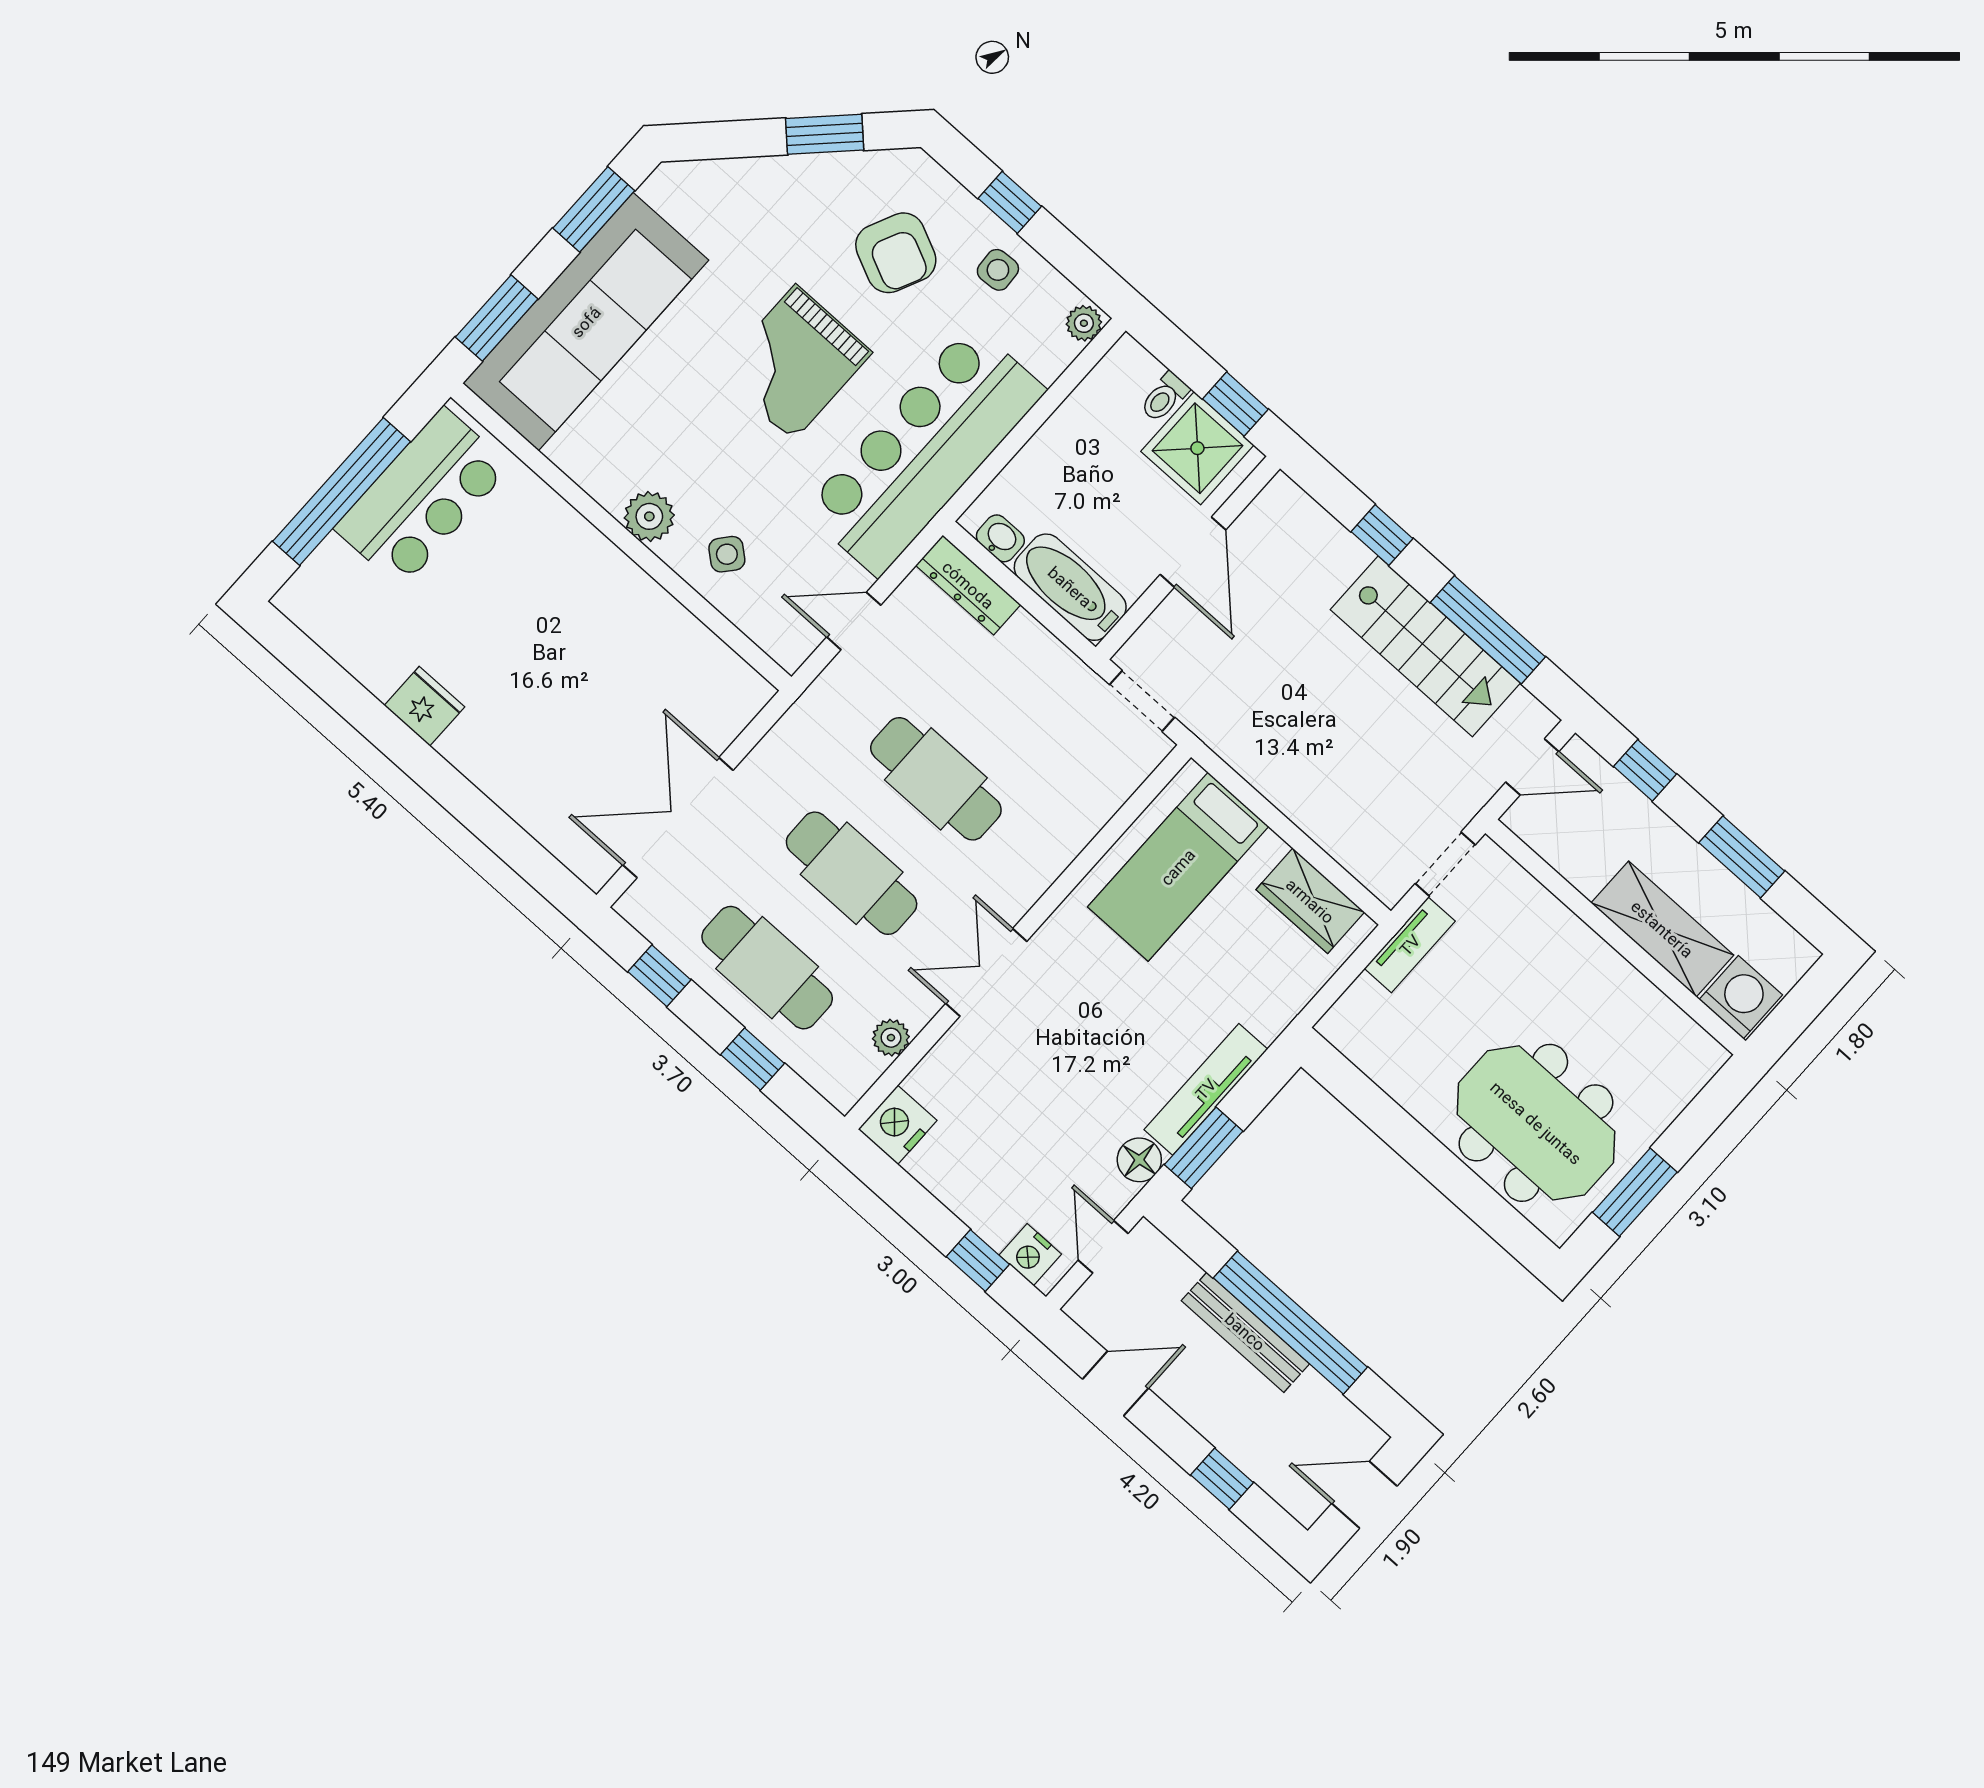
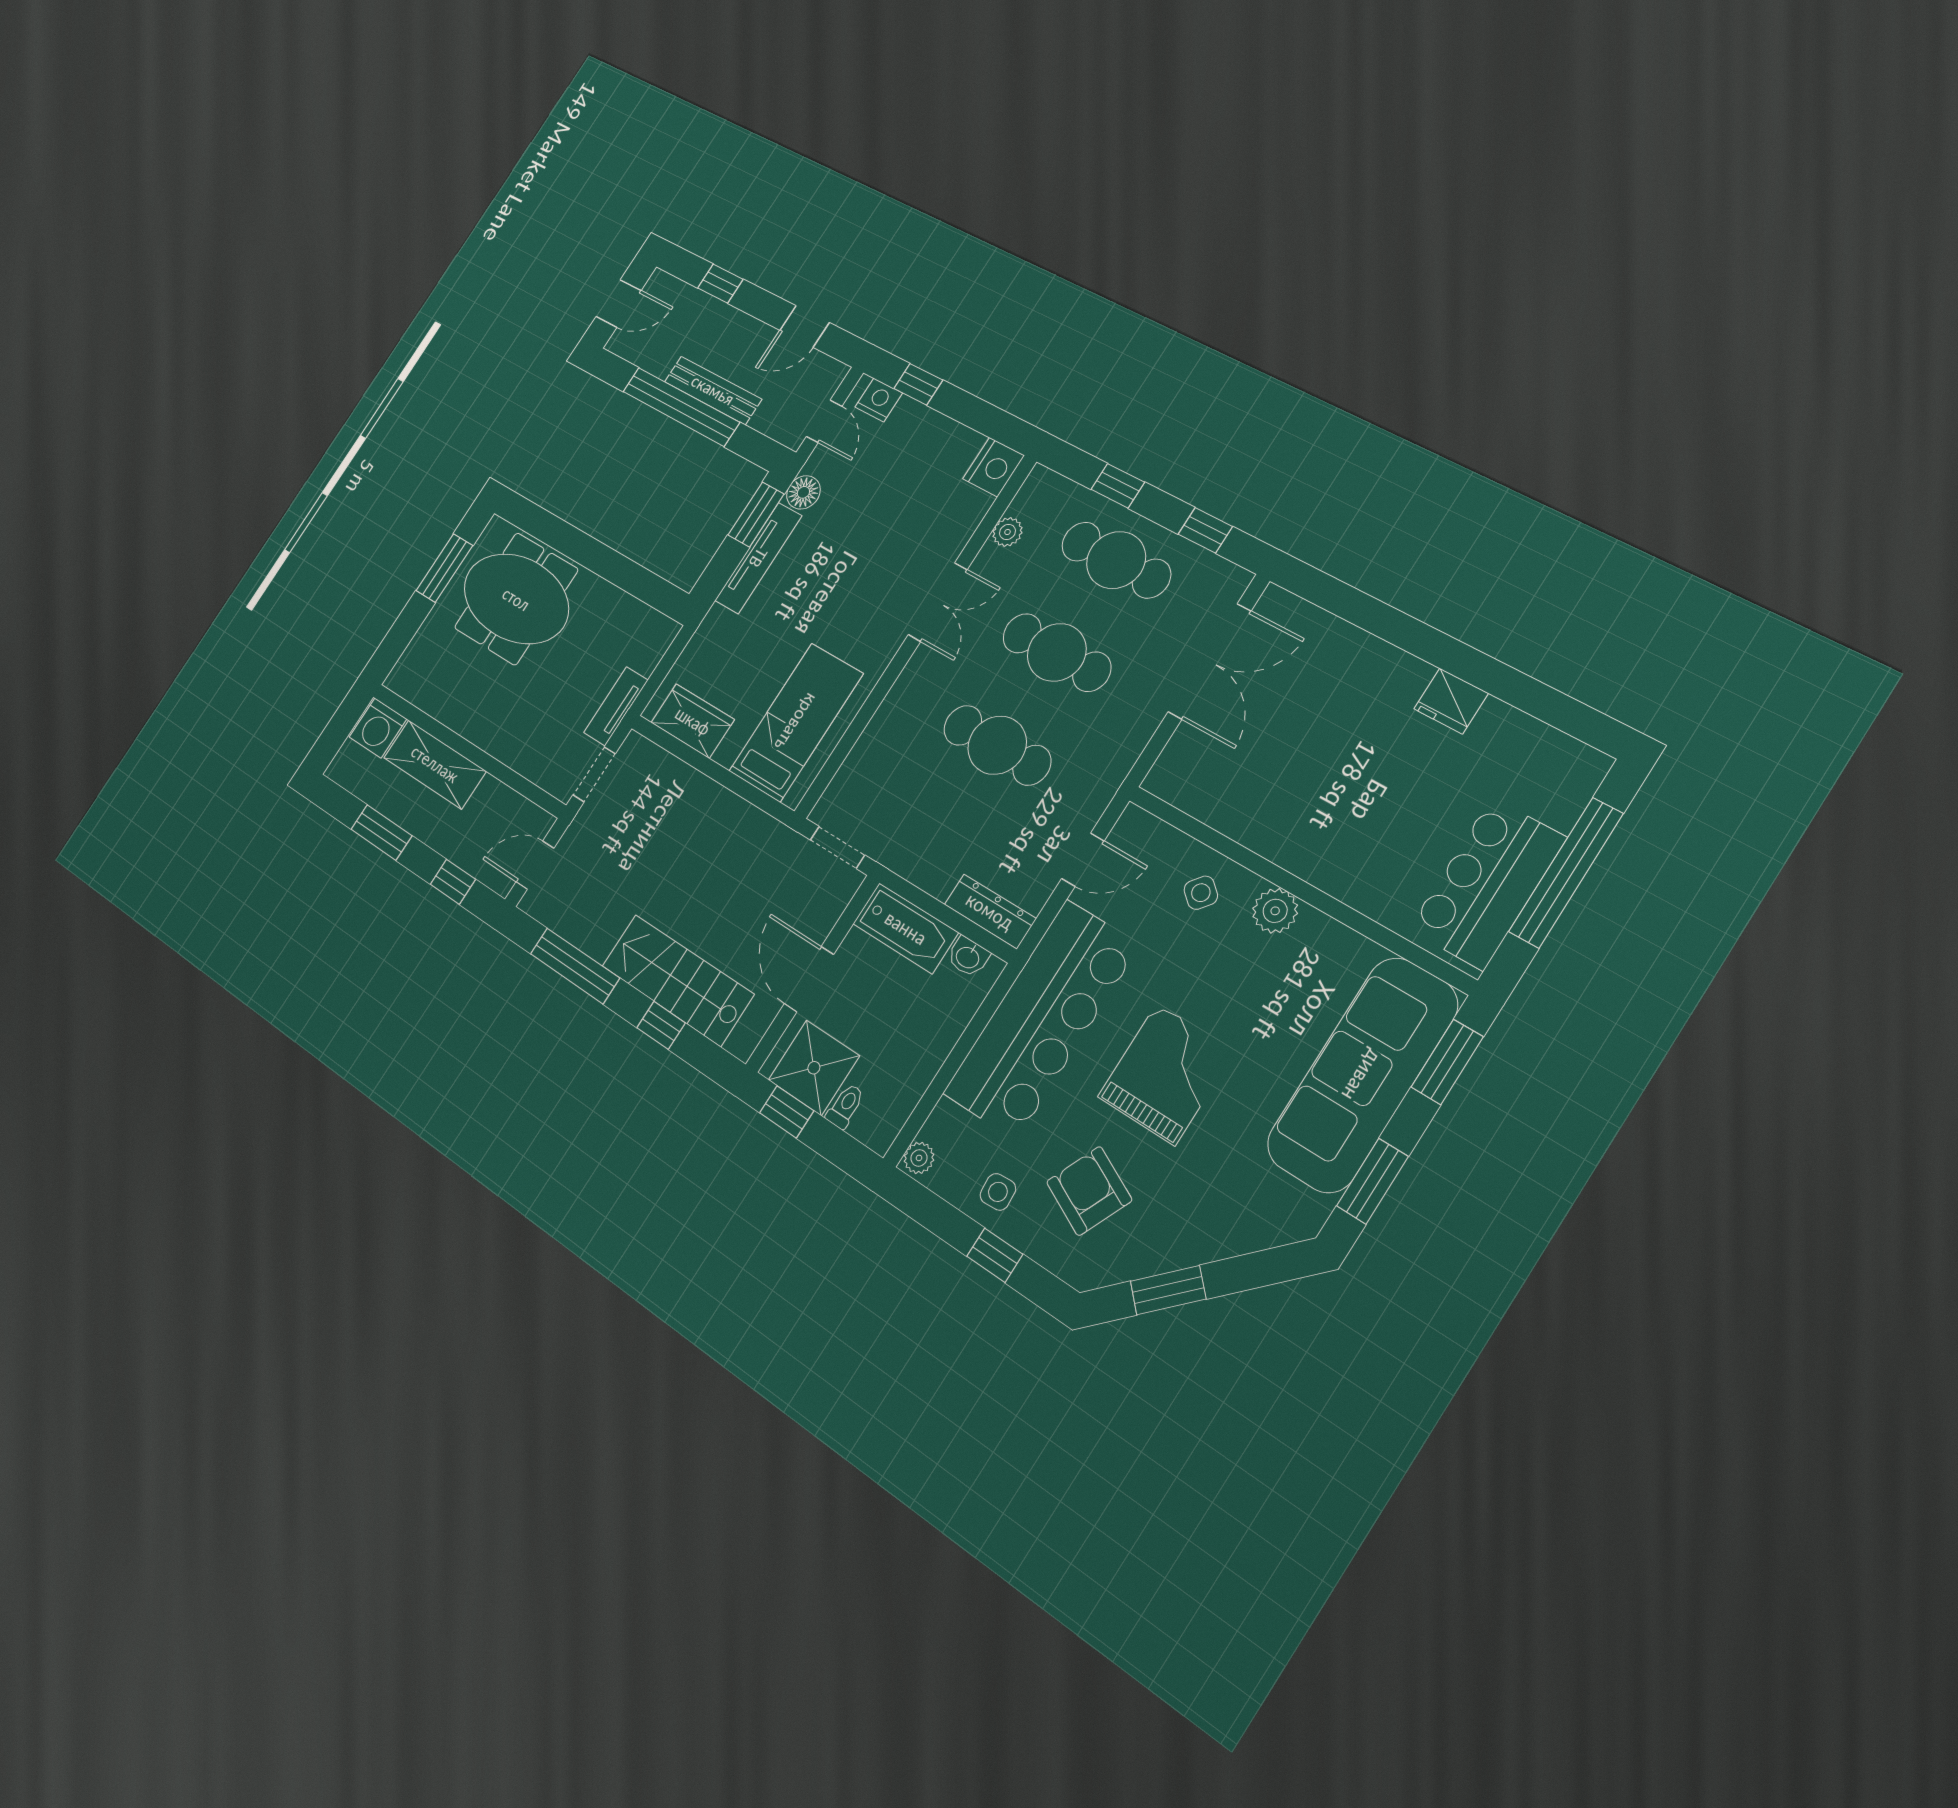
stairs: (1425, 646) -> (678, 980), moved

